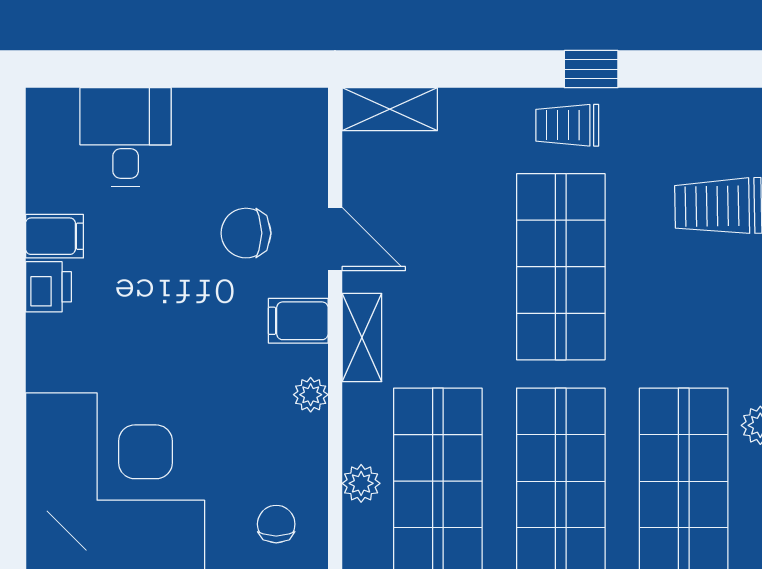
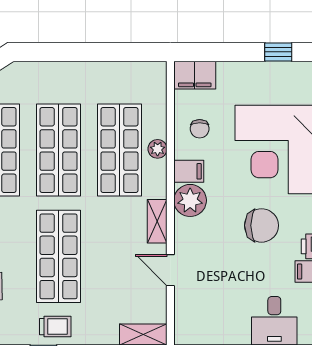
chair: (246, 233) -> (262, 225), moved, width x1.37, depth x1.37
filing cabinet: (298, 321) -> (189, 171), moved
plant: (311, 395) -> (190, 200), width x1.87, depth x1.87

